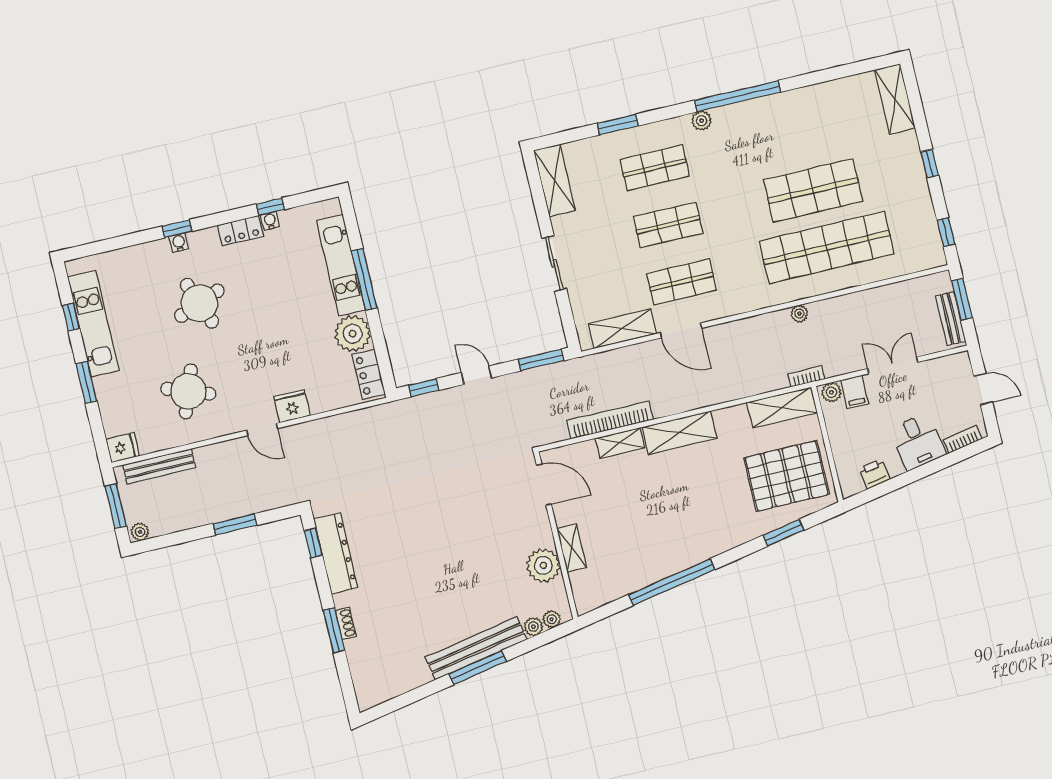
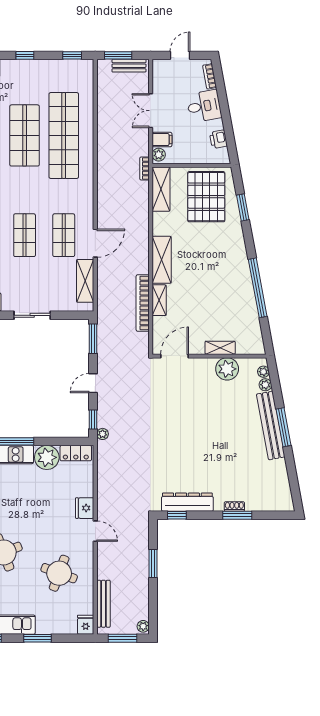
plant: (799, 314) -> (103, 434), moved
door: (262, 429) -> (95, 531), hinge flipped

